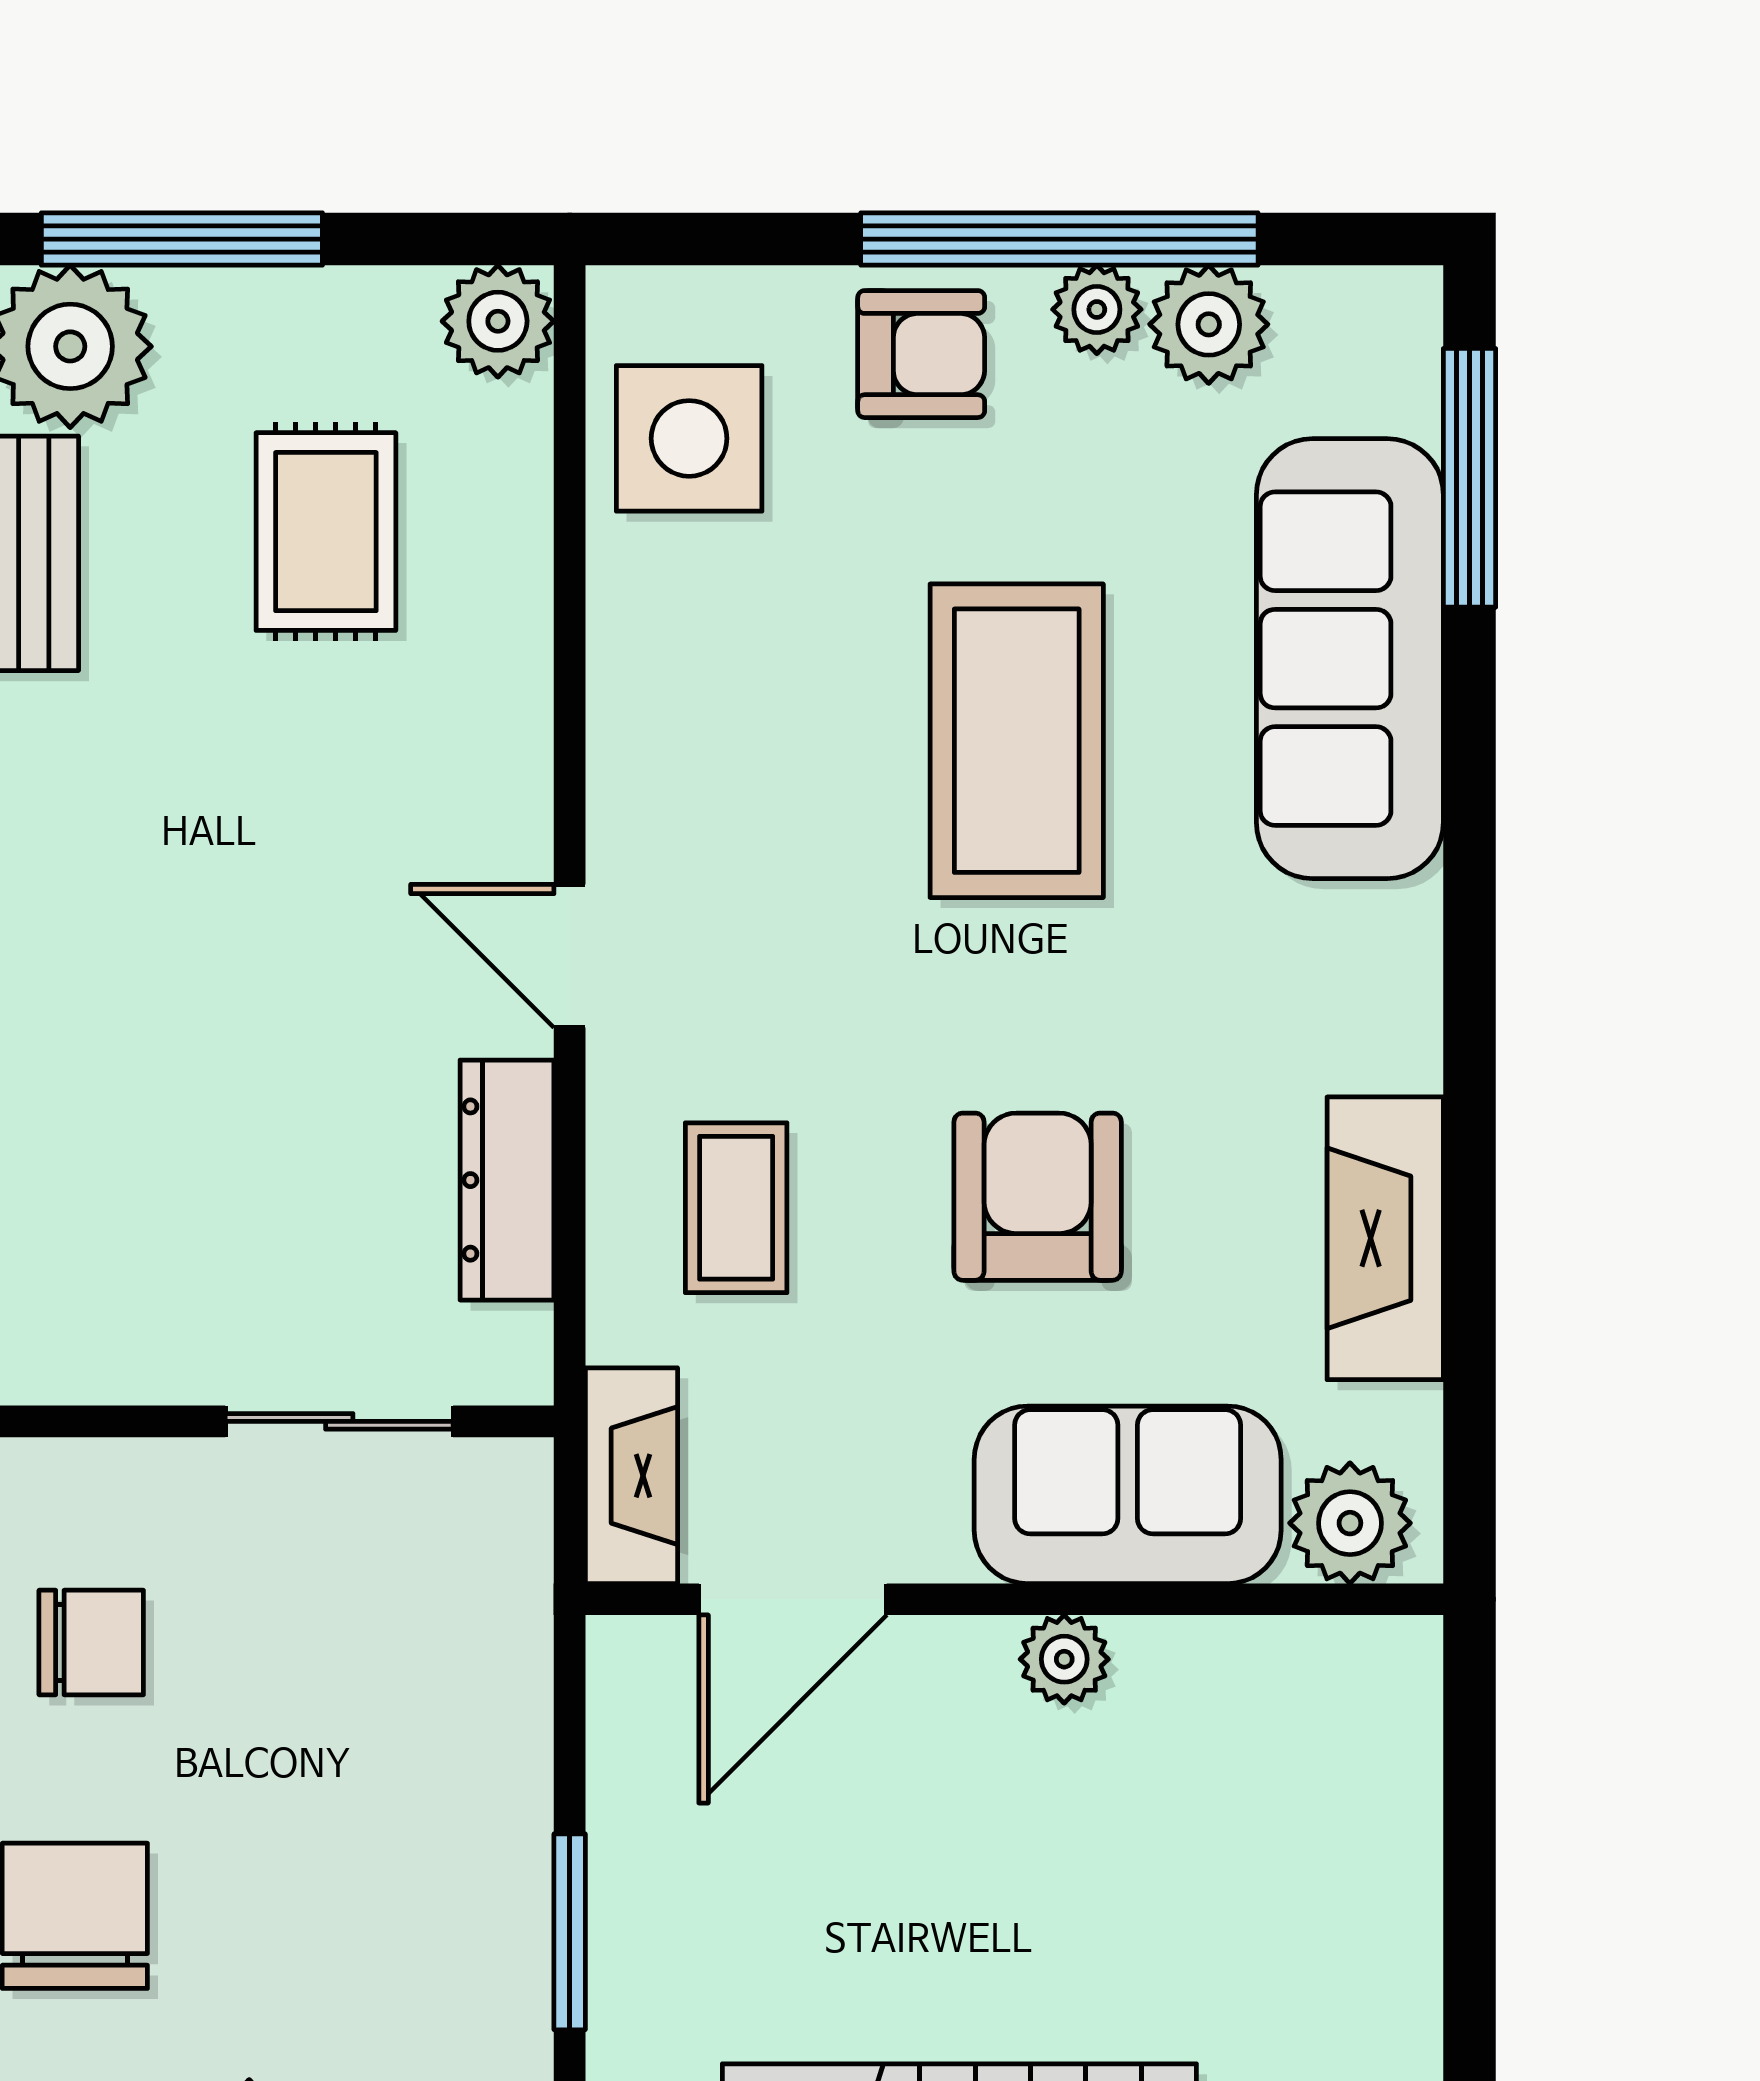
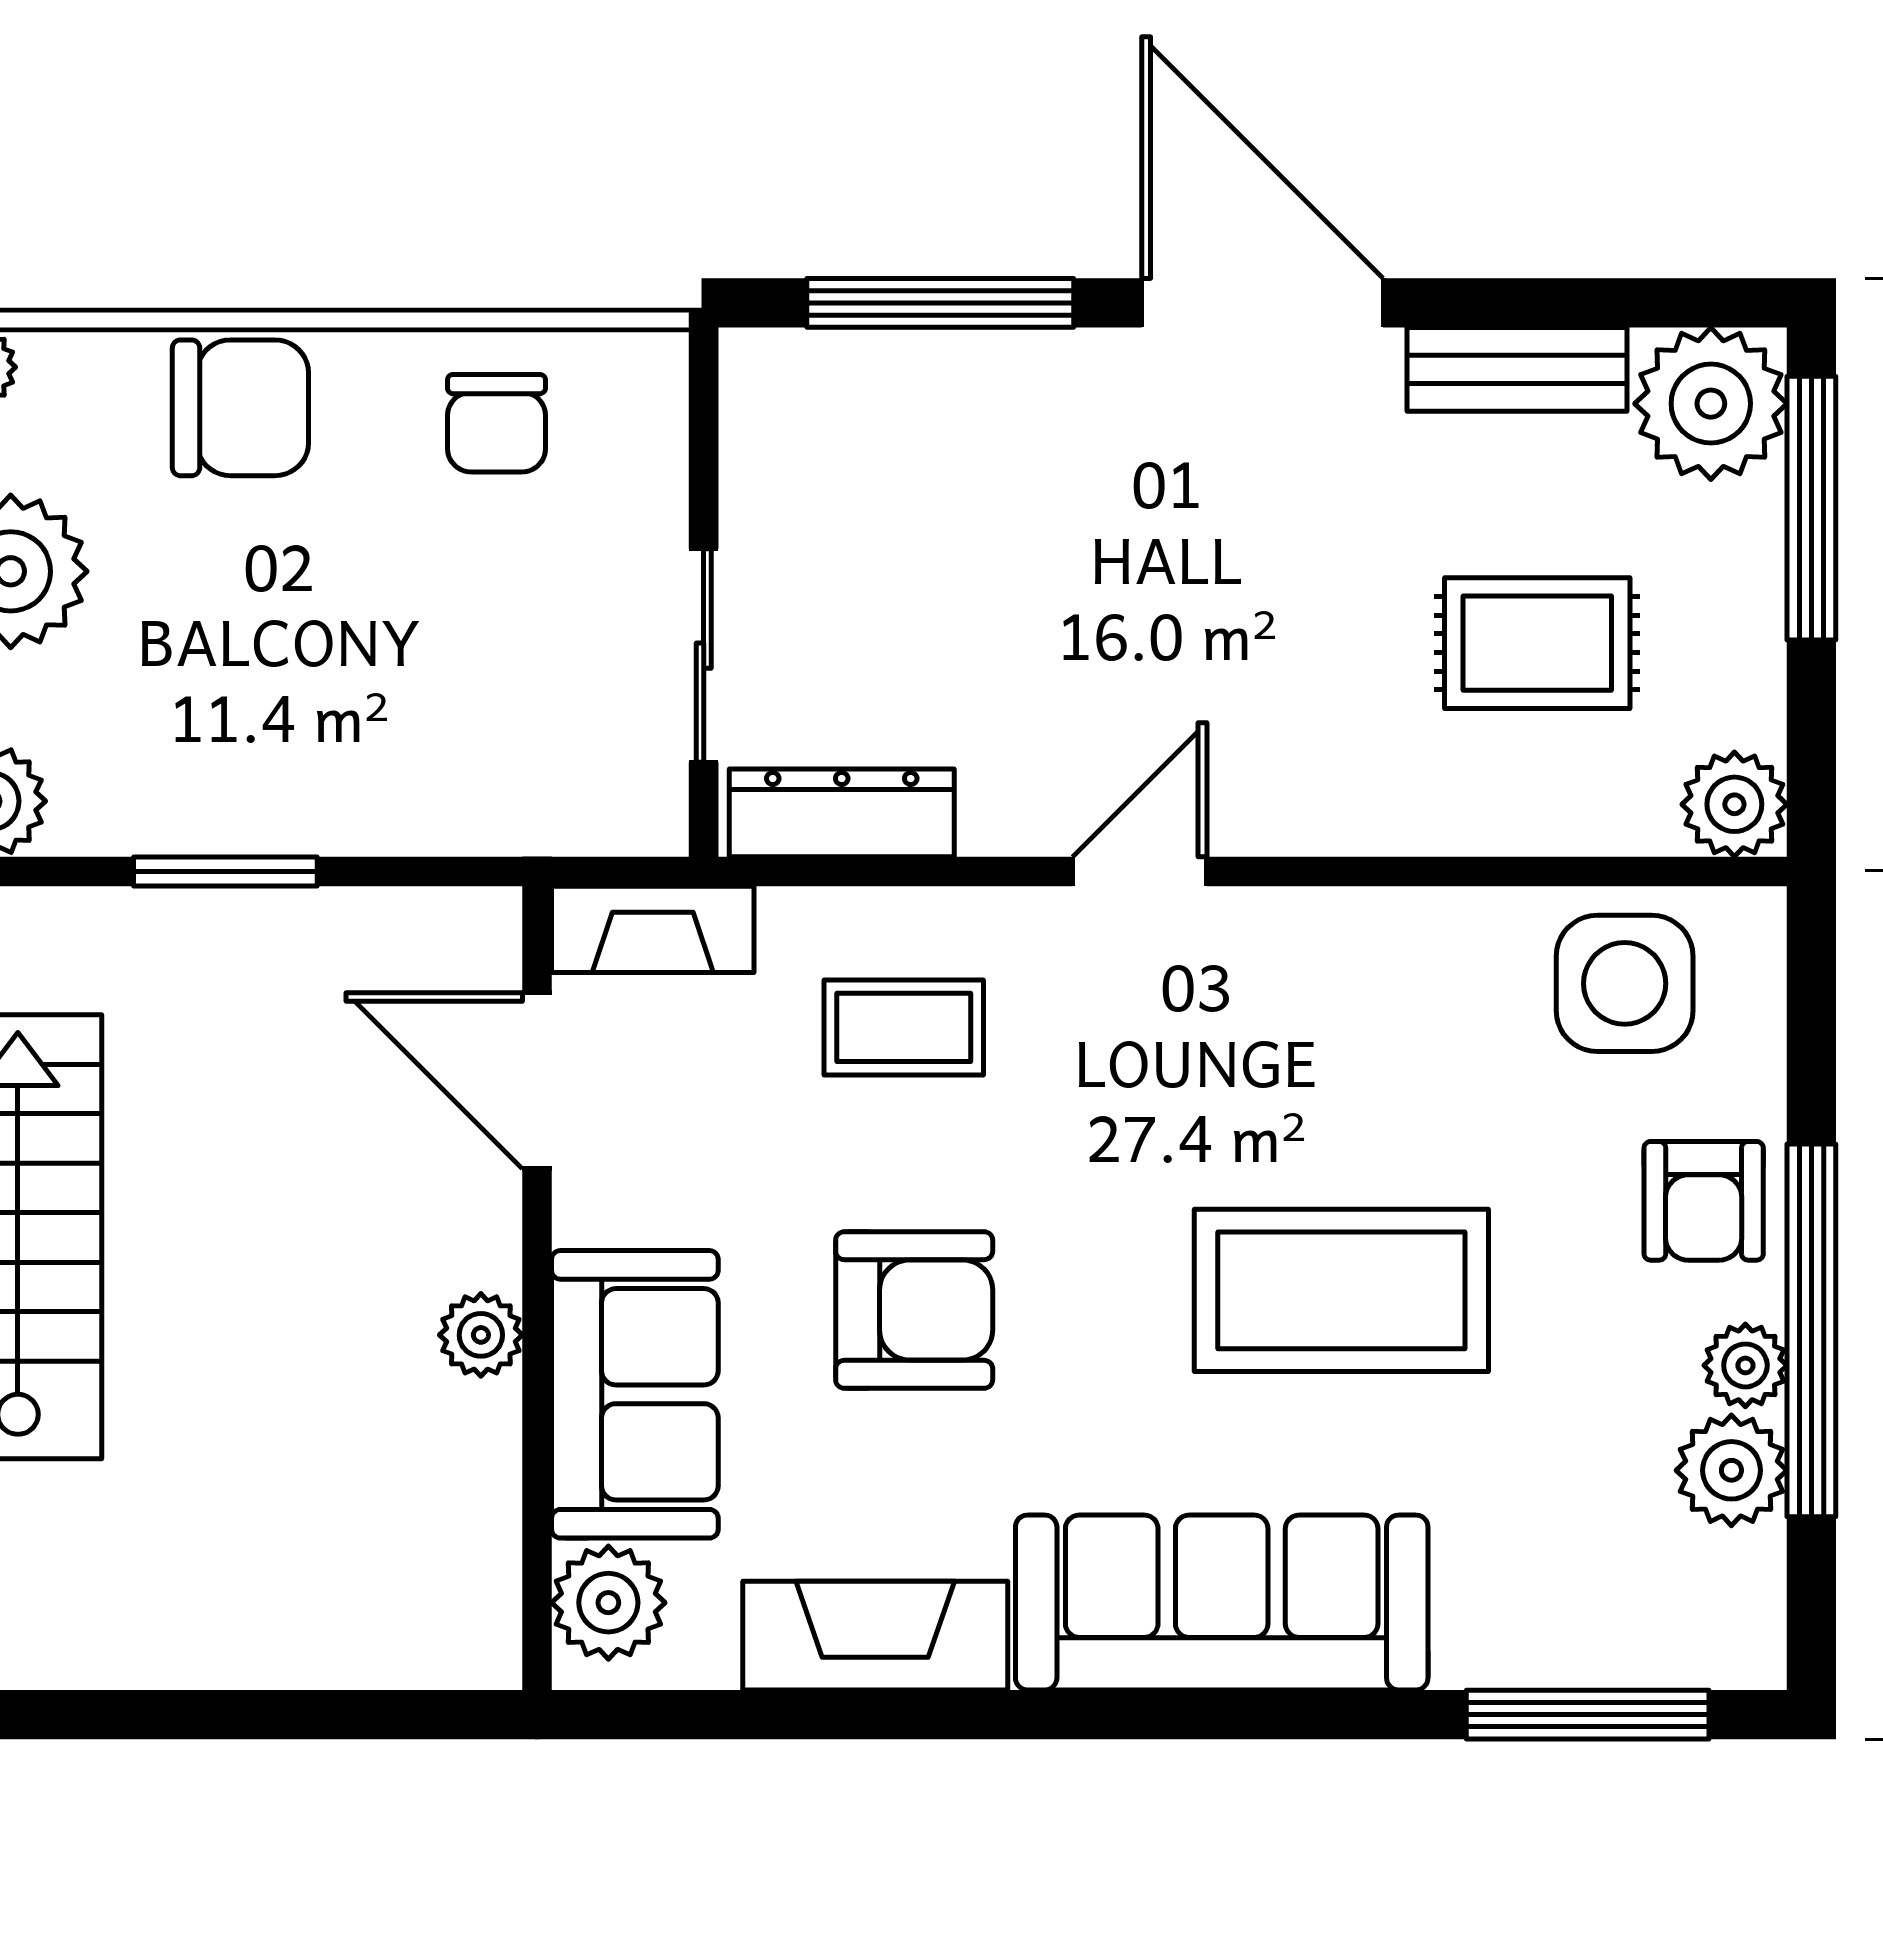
sofa: (1350, 659) -> (1222, 1602), moved
dresser: (507, 1180) -> (842, 813), moved

